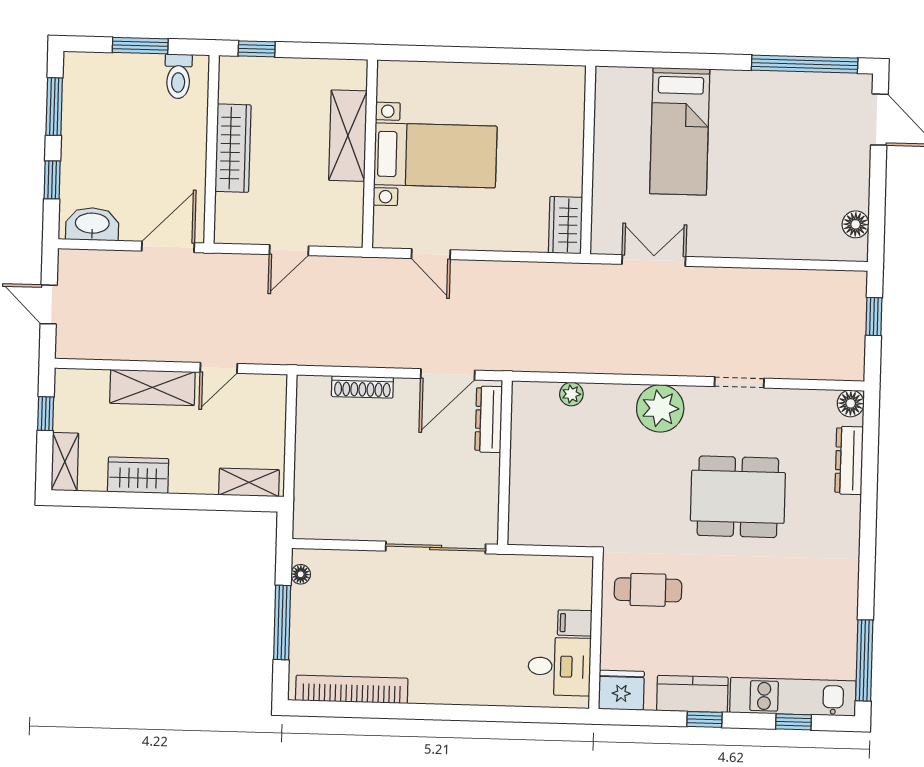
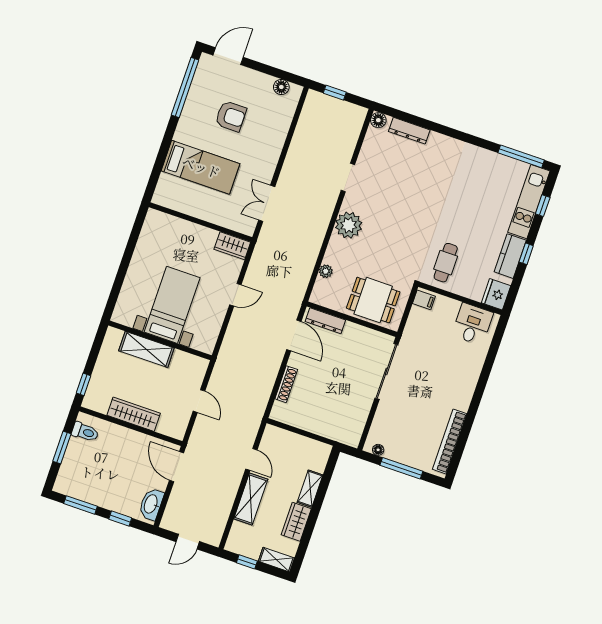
armchair: (781, 155) -> (231, 116), added
door: (431, 254) -> (235, 295), moved
shelving: (249, 482) -> (310, 489), moved
dining table: (738, 497) -> (373, 300), moved, width x0.73
filing cabinet: (575, 623) -> (424, 300), moved, turned -90

